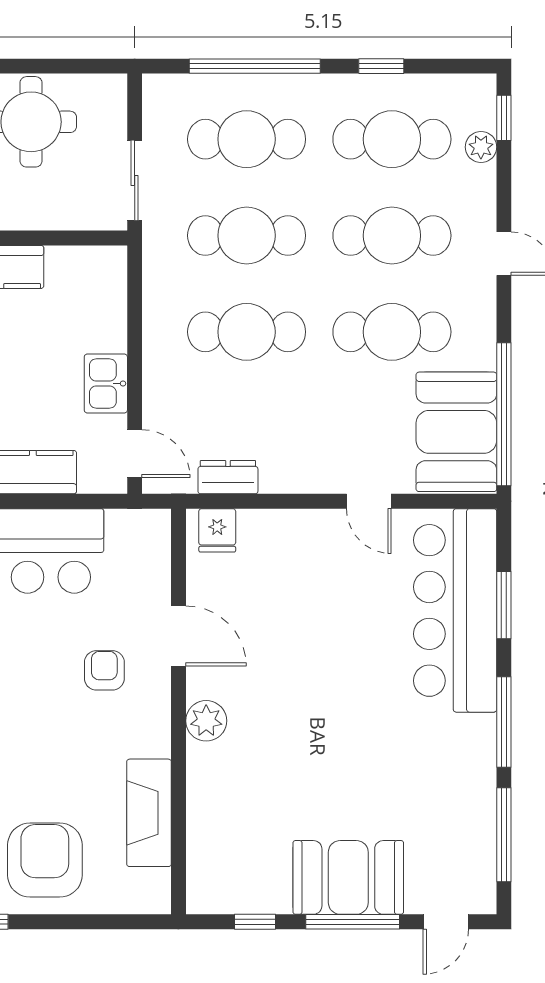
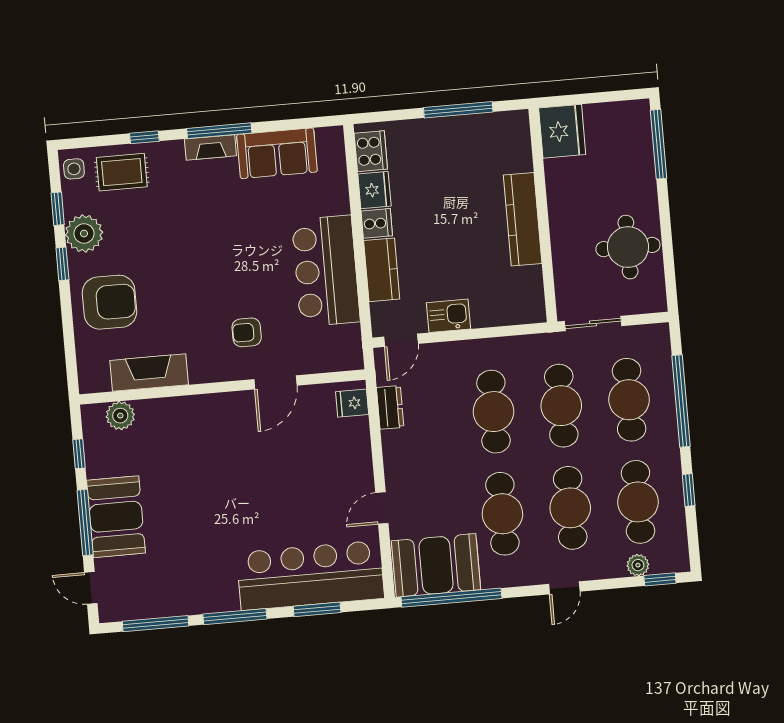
armchair: (104, 670) -> (247, 332), turned 180
plant: (206, 721) -> (120, 416), moved

